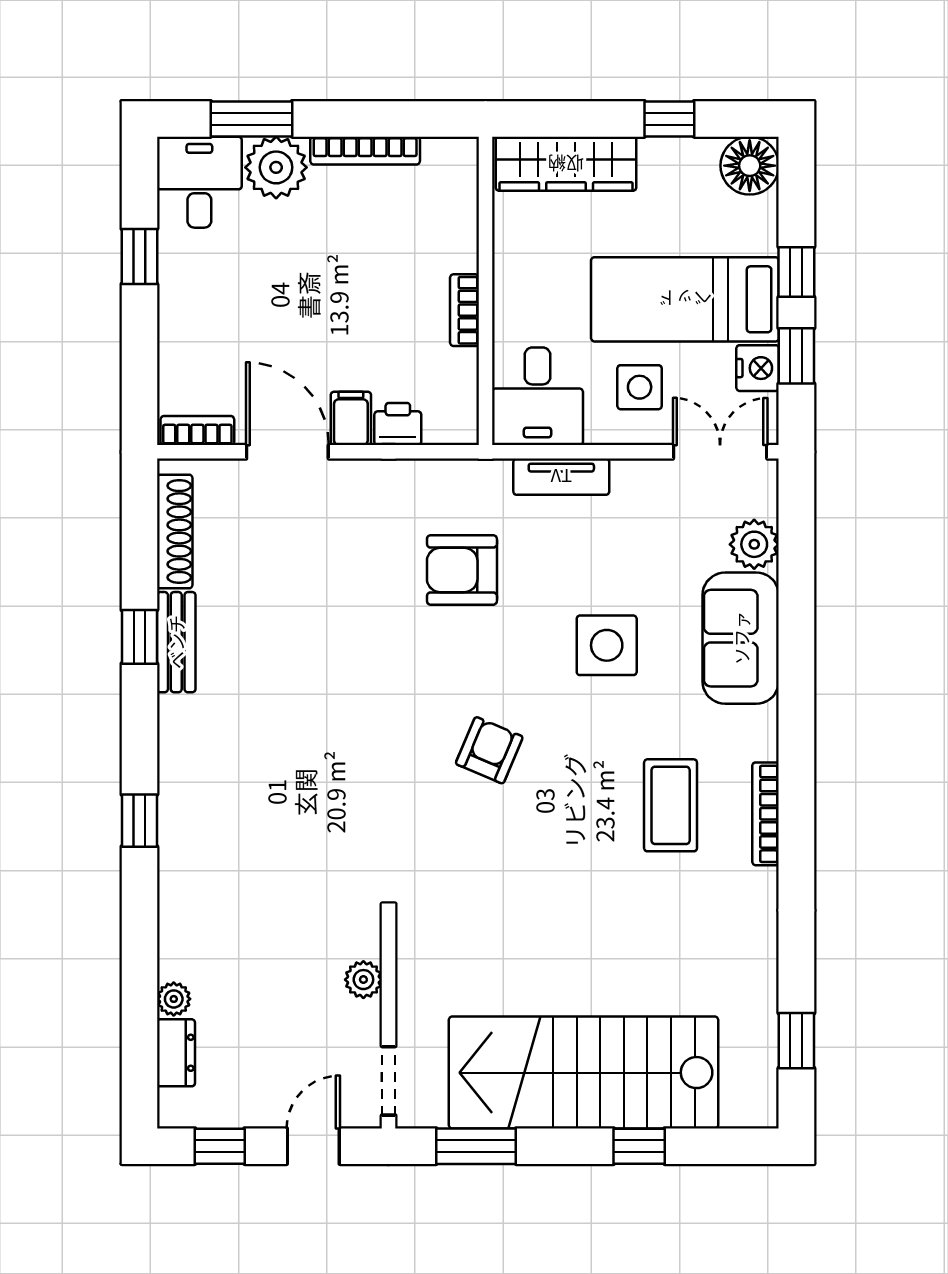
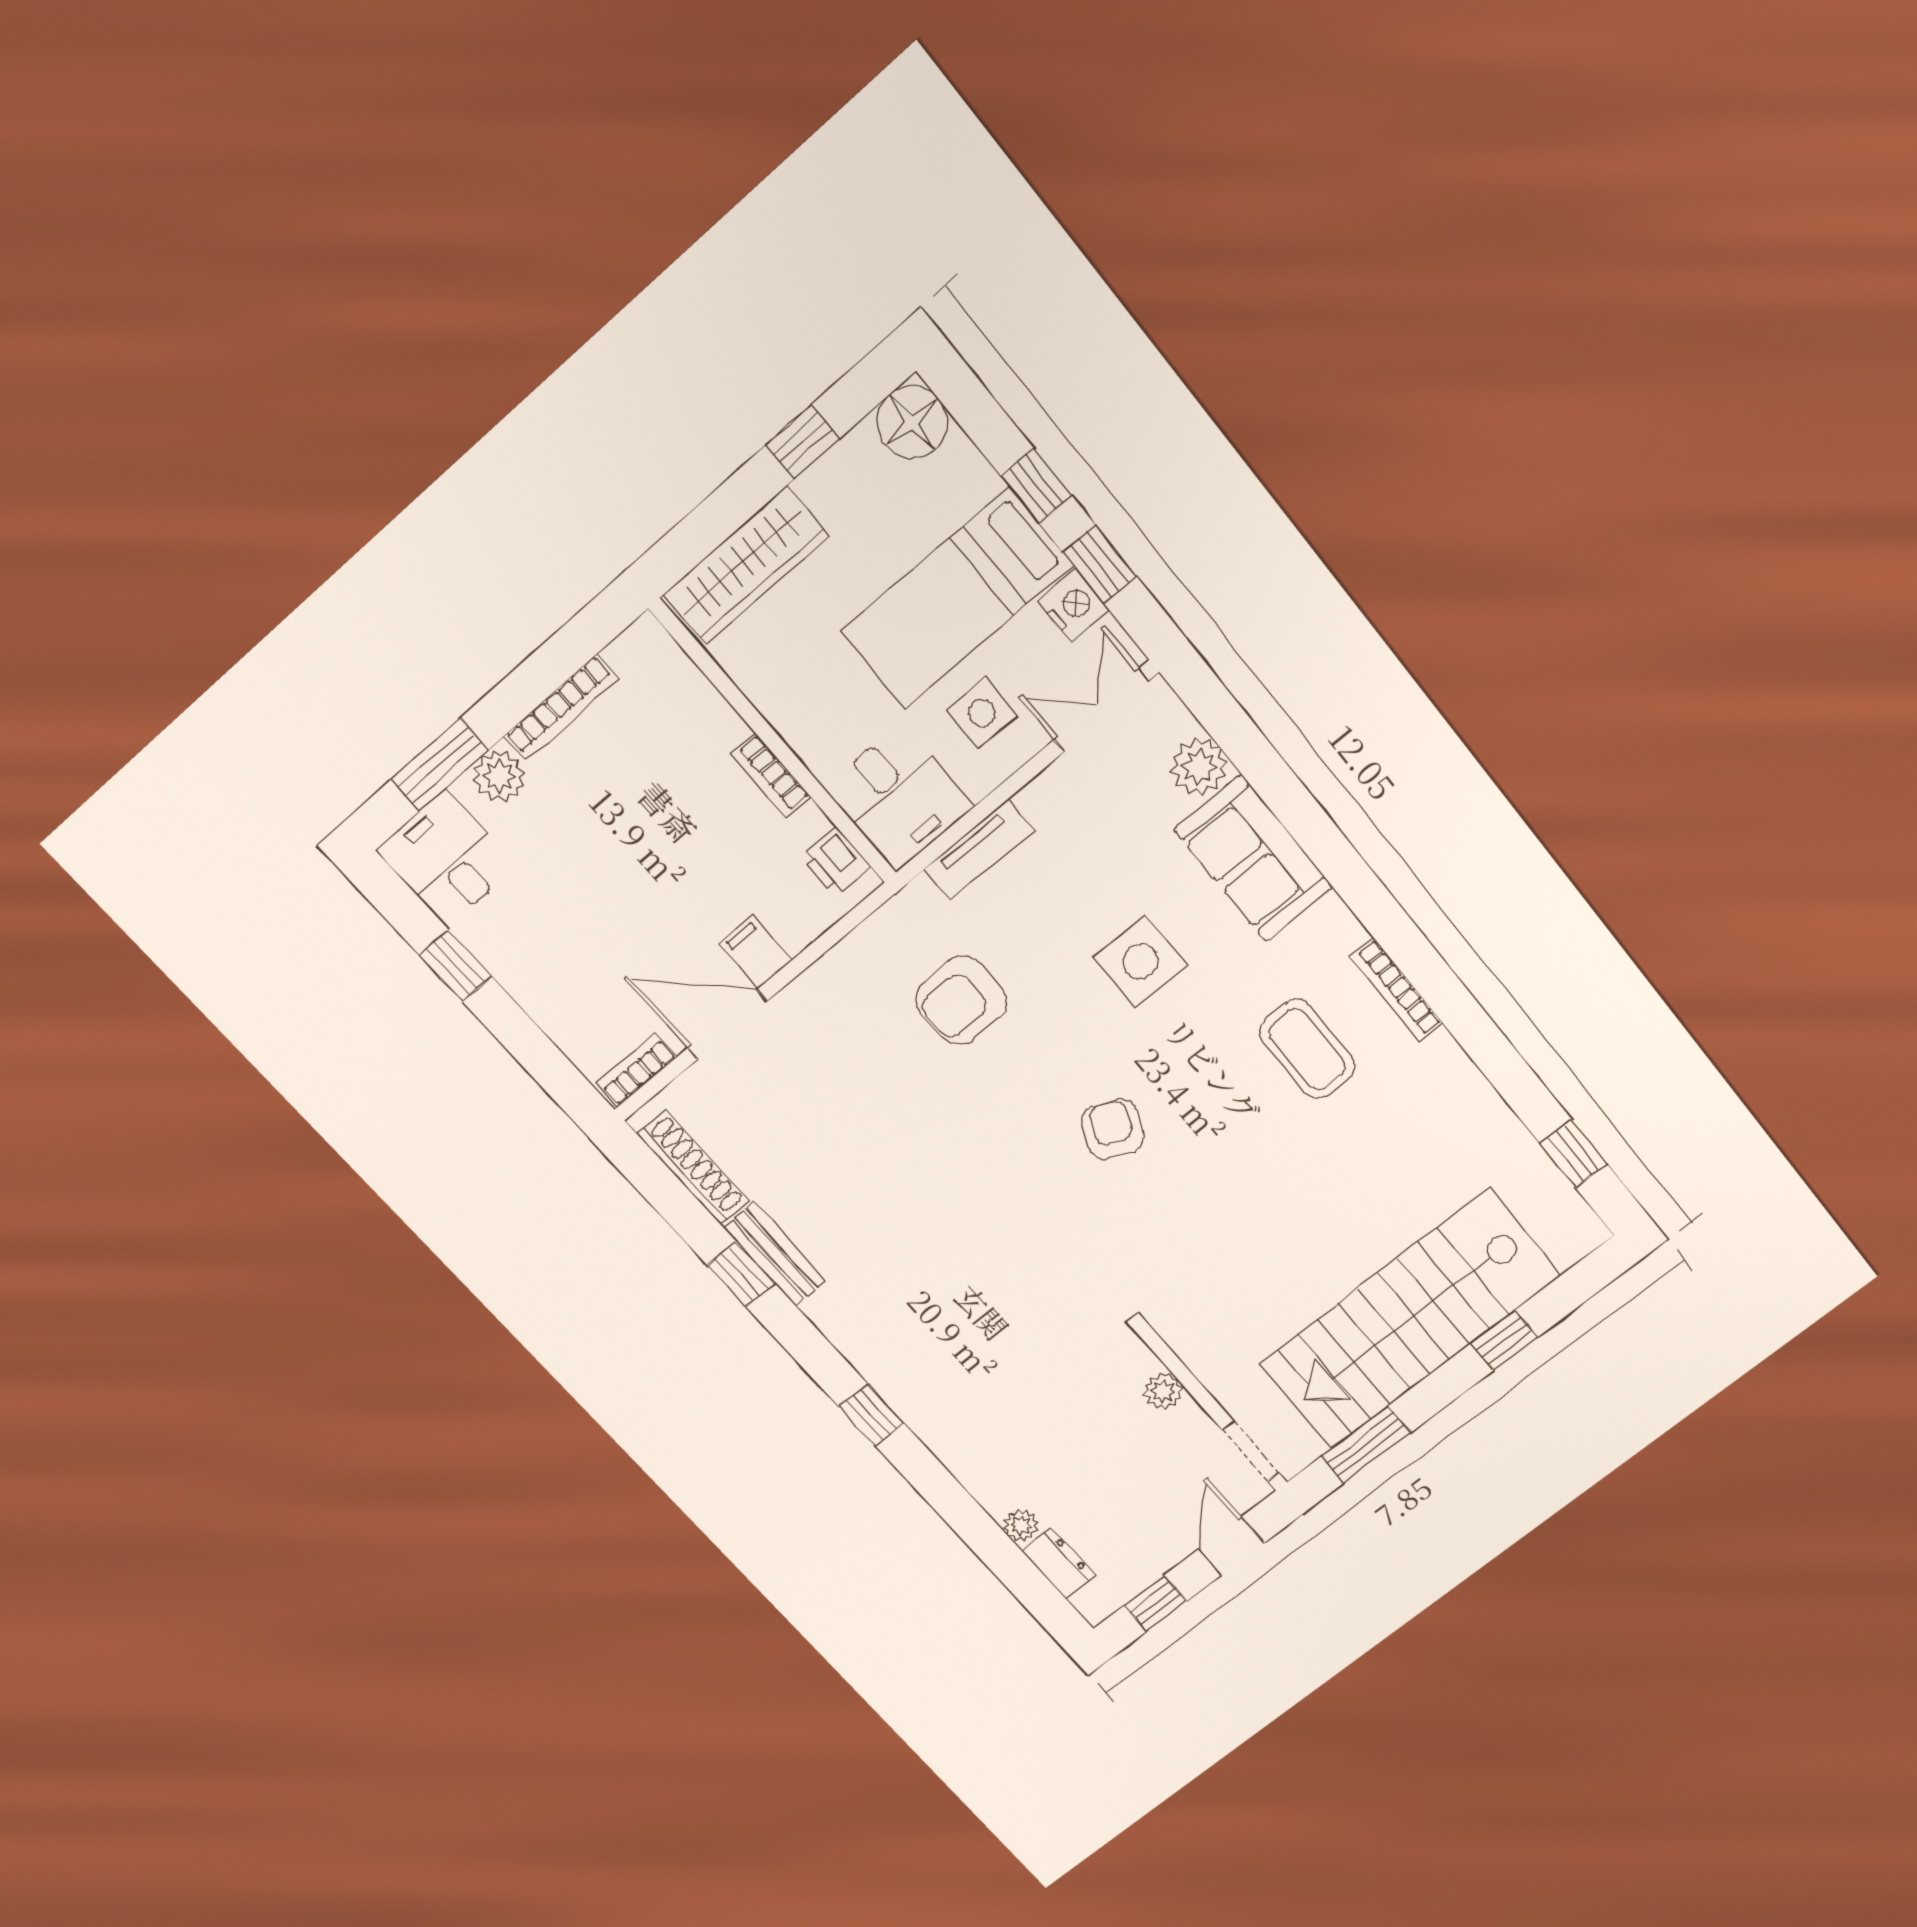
plant: (276, 167) -> (499, 776), width x0.73, depth x0.73
printer: (398, 424) -> (835, 862), moved, turned -90

